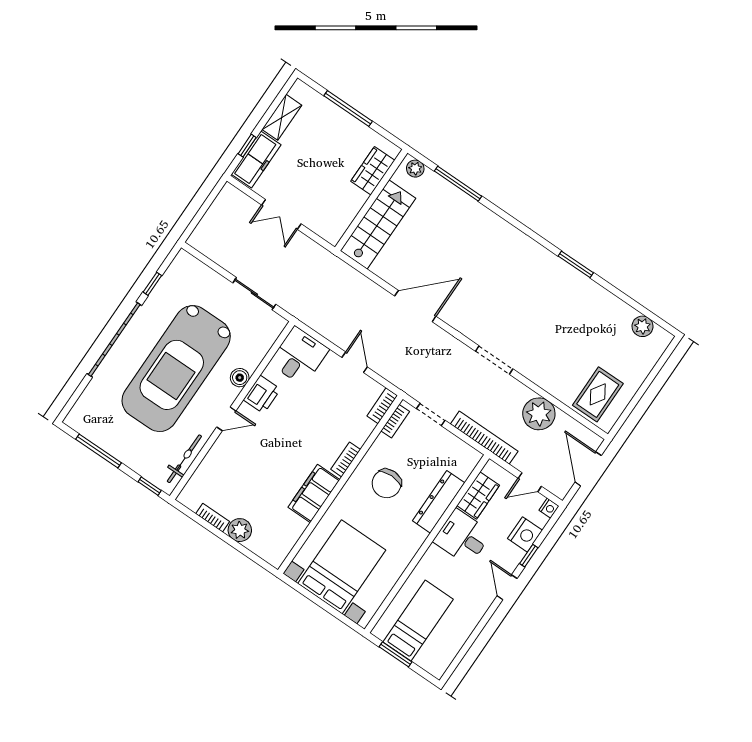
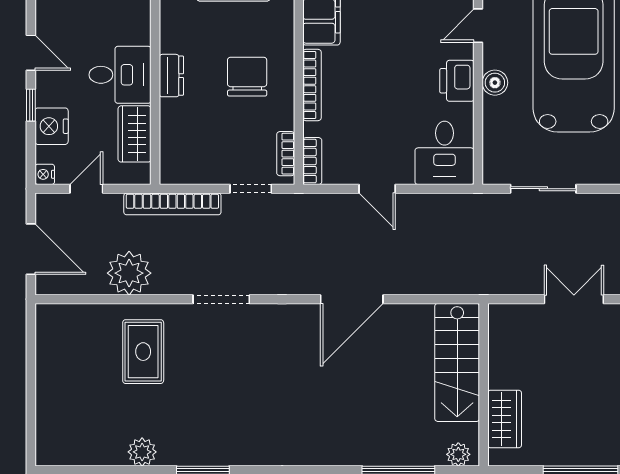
plant: (643, 326) -> (142, 452), moved
rug: (598, 394) -> (143, 352), moved
bookcase: (346, 459) -> (312, 85), width x1.56
dresser: (439, 502) -> (171, 76), width x0.51, depth x0.80

